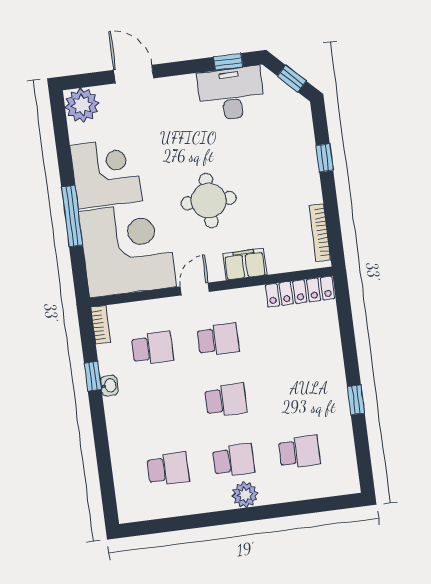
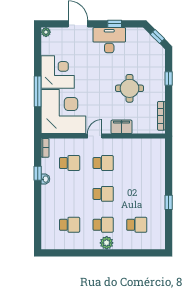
window: (228, 62) -> (115, 24), moved
desk: (231, 94) -> (109, 40), moved
plant: (82, 105) -> (46, 32), width x0.53, depth x0.53
round table: (209, 201) -> (130, 88), moved
locker: (300, 292) -> (147, 144), removed

